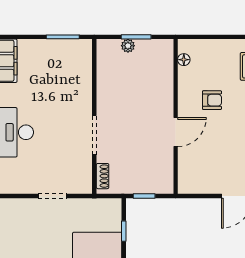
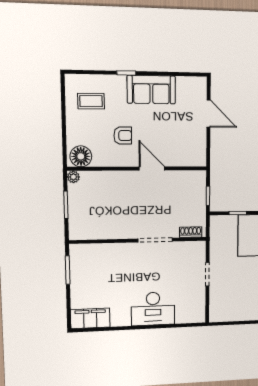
plant: (128, 46) -> (73, 177), moved
floor lamp: (184, 60) -> (81, 156), width x1.89, depth x1.89
armchair: (212, 100) -> (123, 136), turned 90

